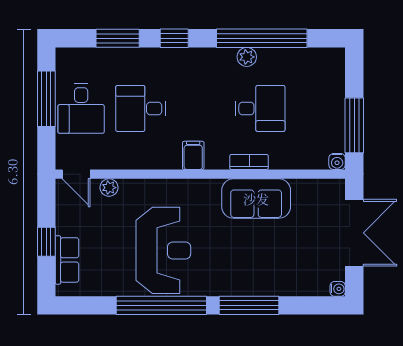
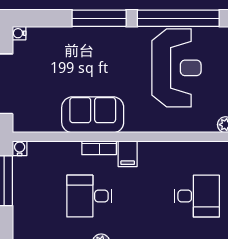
filing cabinet: (193, 155) -> (128, 154), moved
reception desk: (163, 250) -> (176, 68), turned 180

